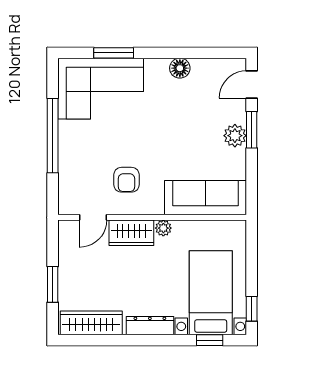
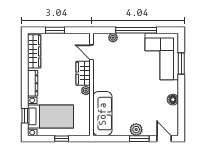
plant: (66, 178) -> (113, 38), added
armchair: (126, 180) -> (112, 71), removed
window: (252, 309) -> (62, 139), moved

